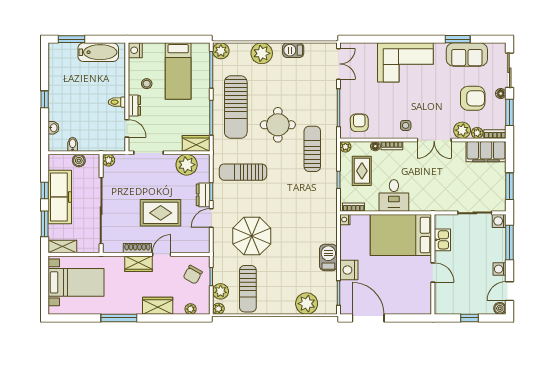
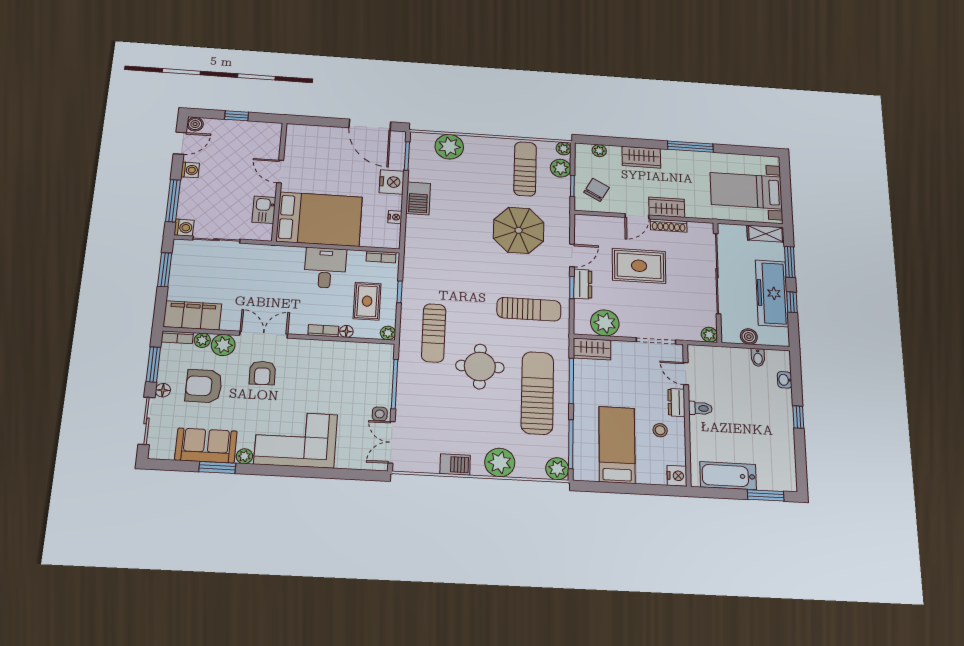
plant: (440, 48) -> (244, 456), added
armchair: (359, 123) -> (262, 373), moved
side table: (406, 125) -> (380, 414), moved
nightstand: (345, 220) -> (395, 217), moved

